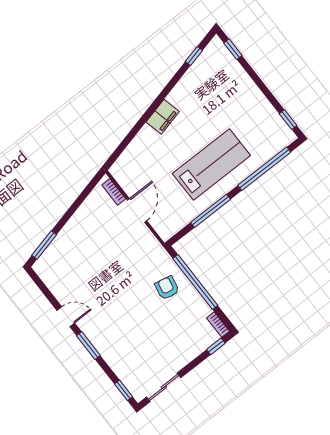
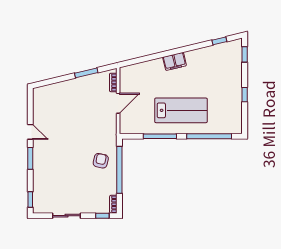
window: (288, 120) -> (245, 95), moved
window: (44, 245) -> (86, 73), moved
sliding door: (164, 387) -> (67, 216), moved

